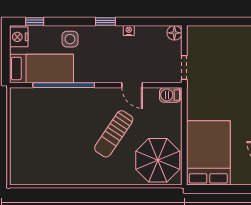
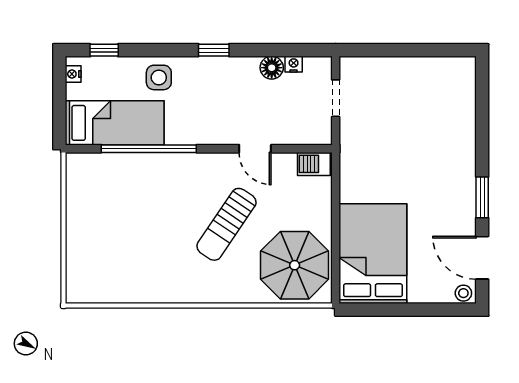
nightstand: (129, 31) -> (294, 64), moved
floor lamp: (174, 33) -> (272, 68), moved
nightstand: (19, 37) -> (73, 74), width x0.53, depth x0.56
doorway: (184, 68) -> (336, 98), moved

